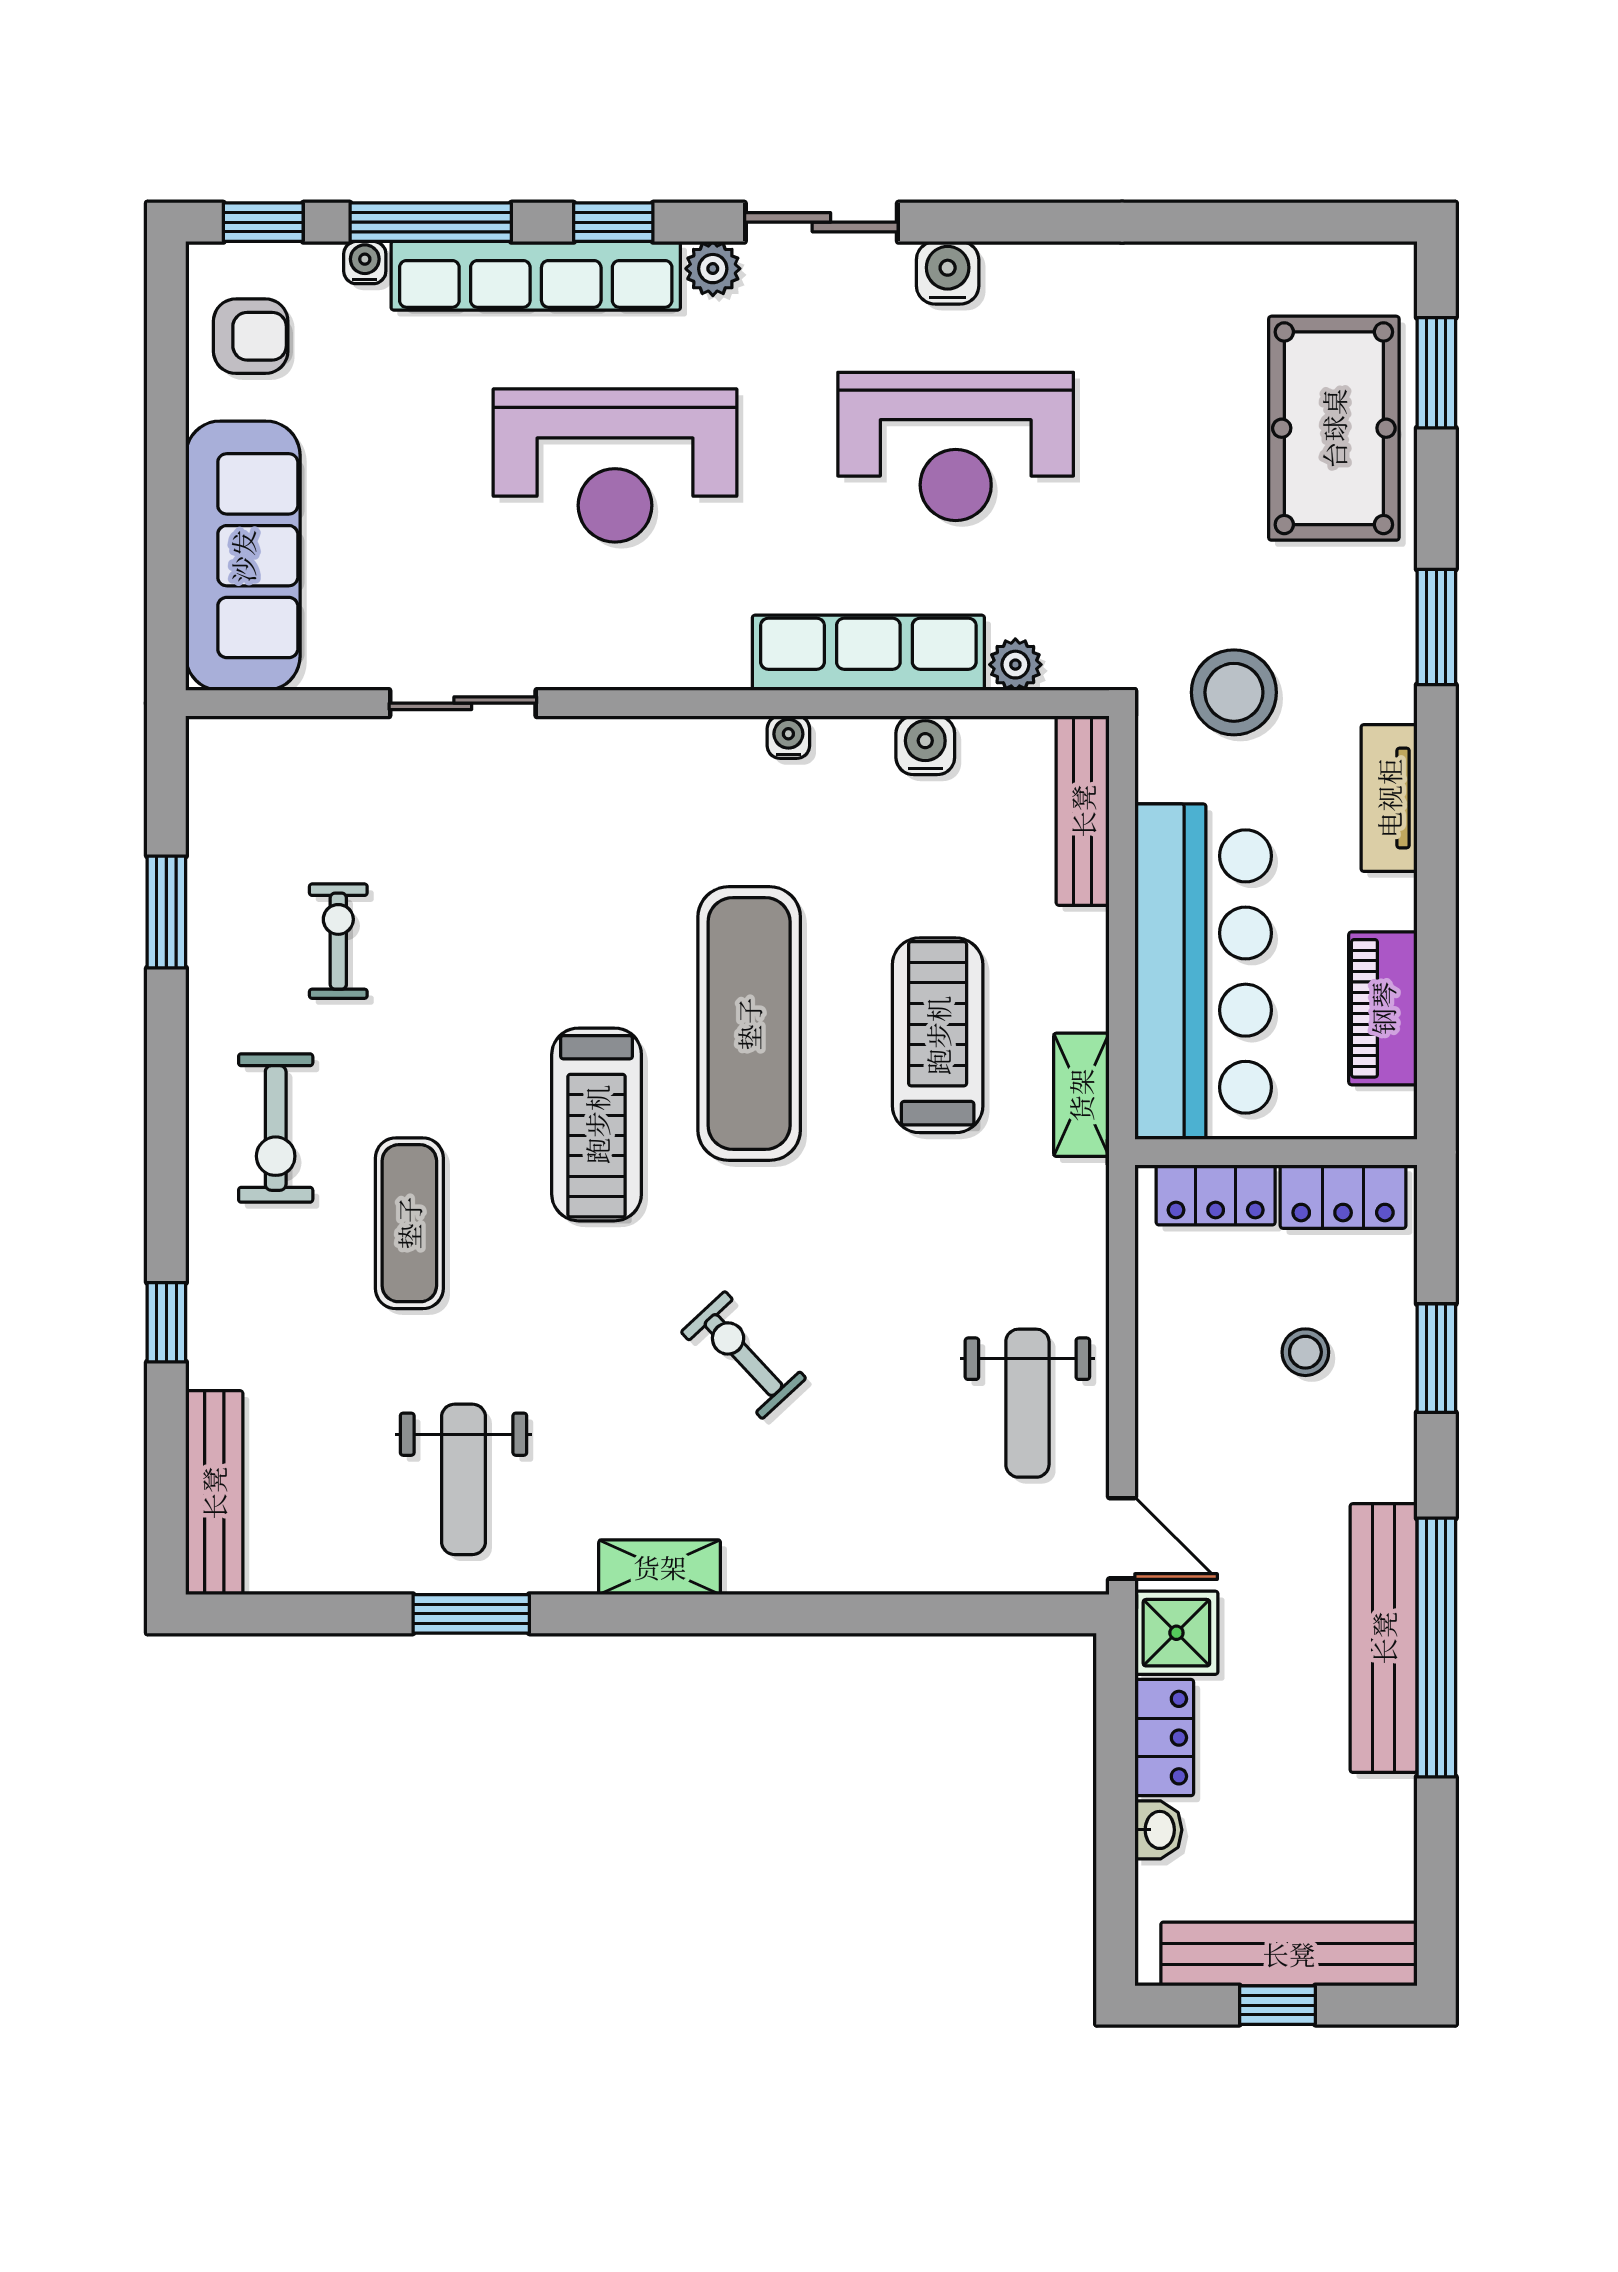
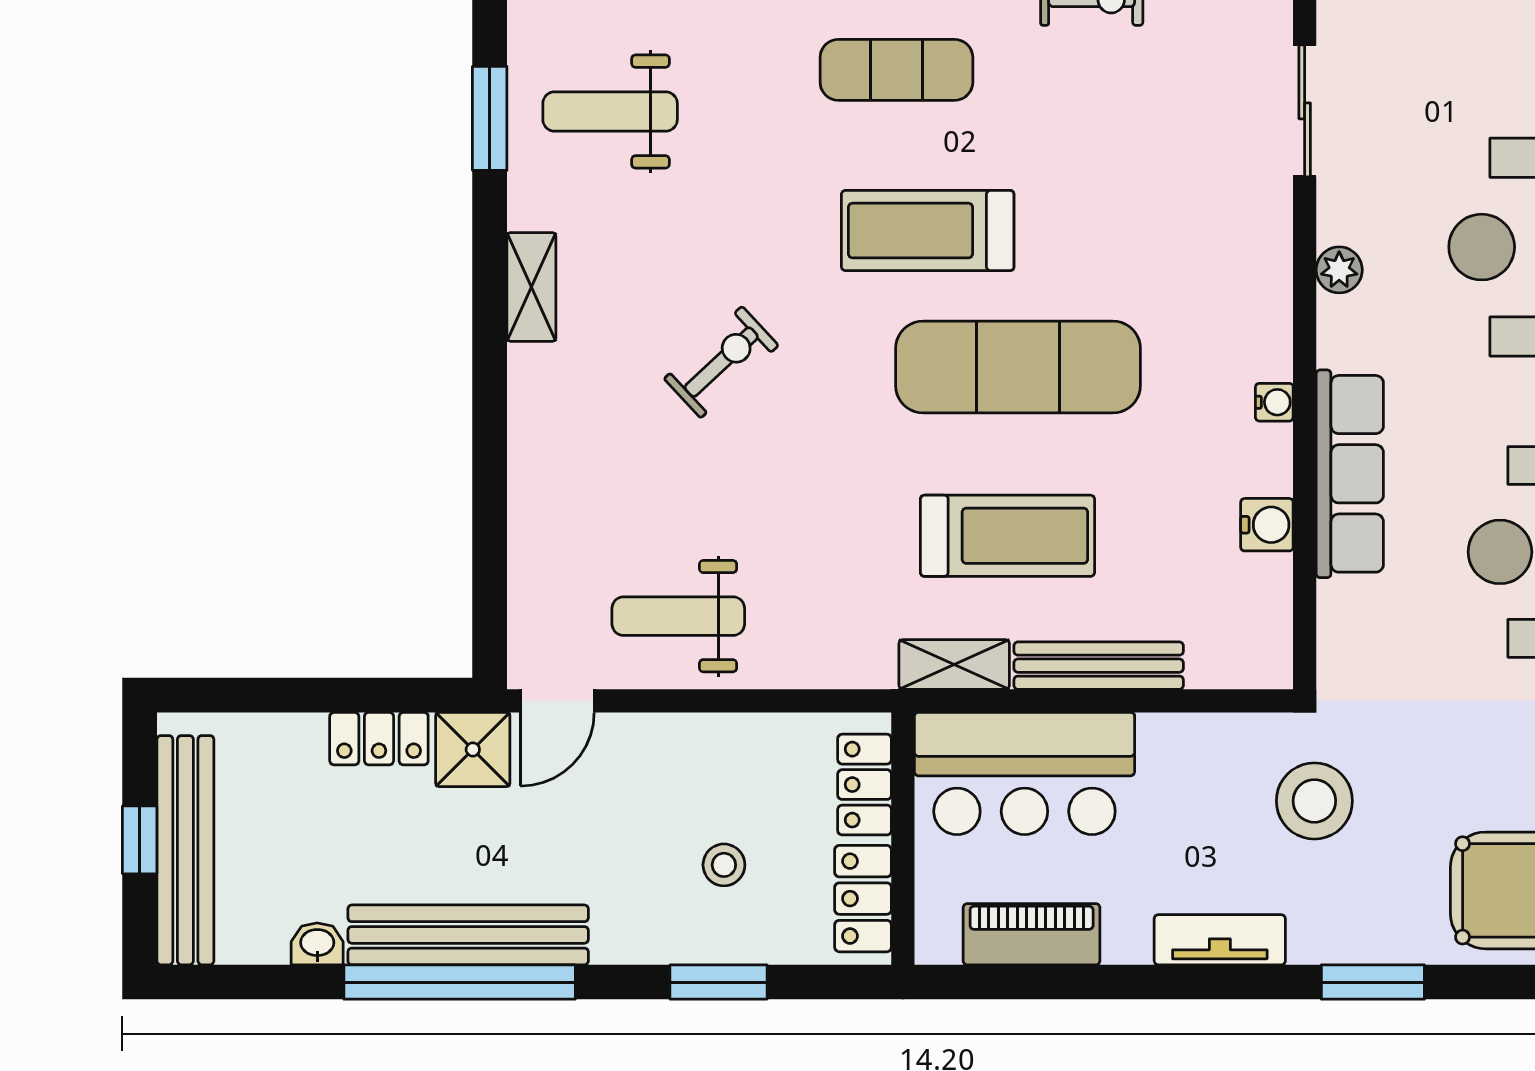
plant: (1015, 665) -> (1339, 270), moved
bench: (1083, 811) -> (1099, 666), moved
bar counter: (1203, 972) -> (1024, 773), width x0.73
exercise mat: (409, 1223) -> (896, 70), moved
washbasin: (1158, 1830) -> (317, 944), moved, turned 180

